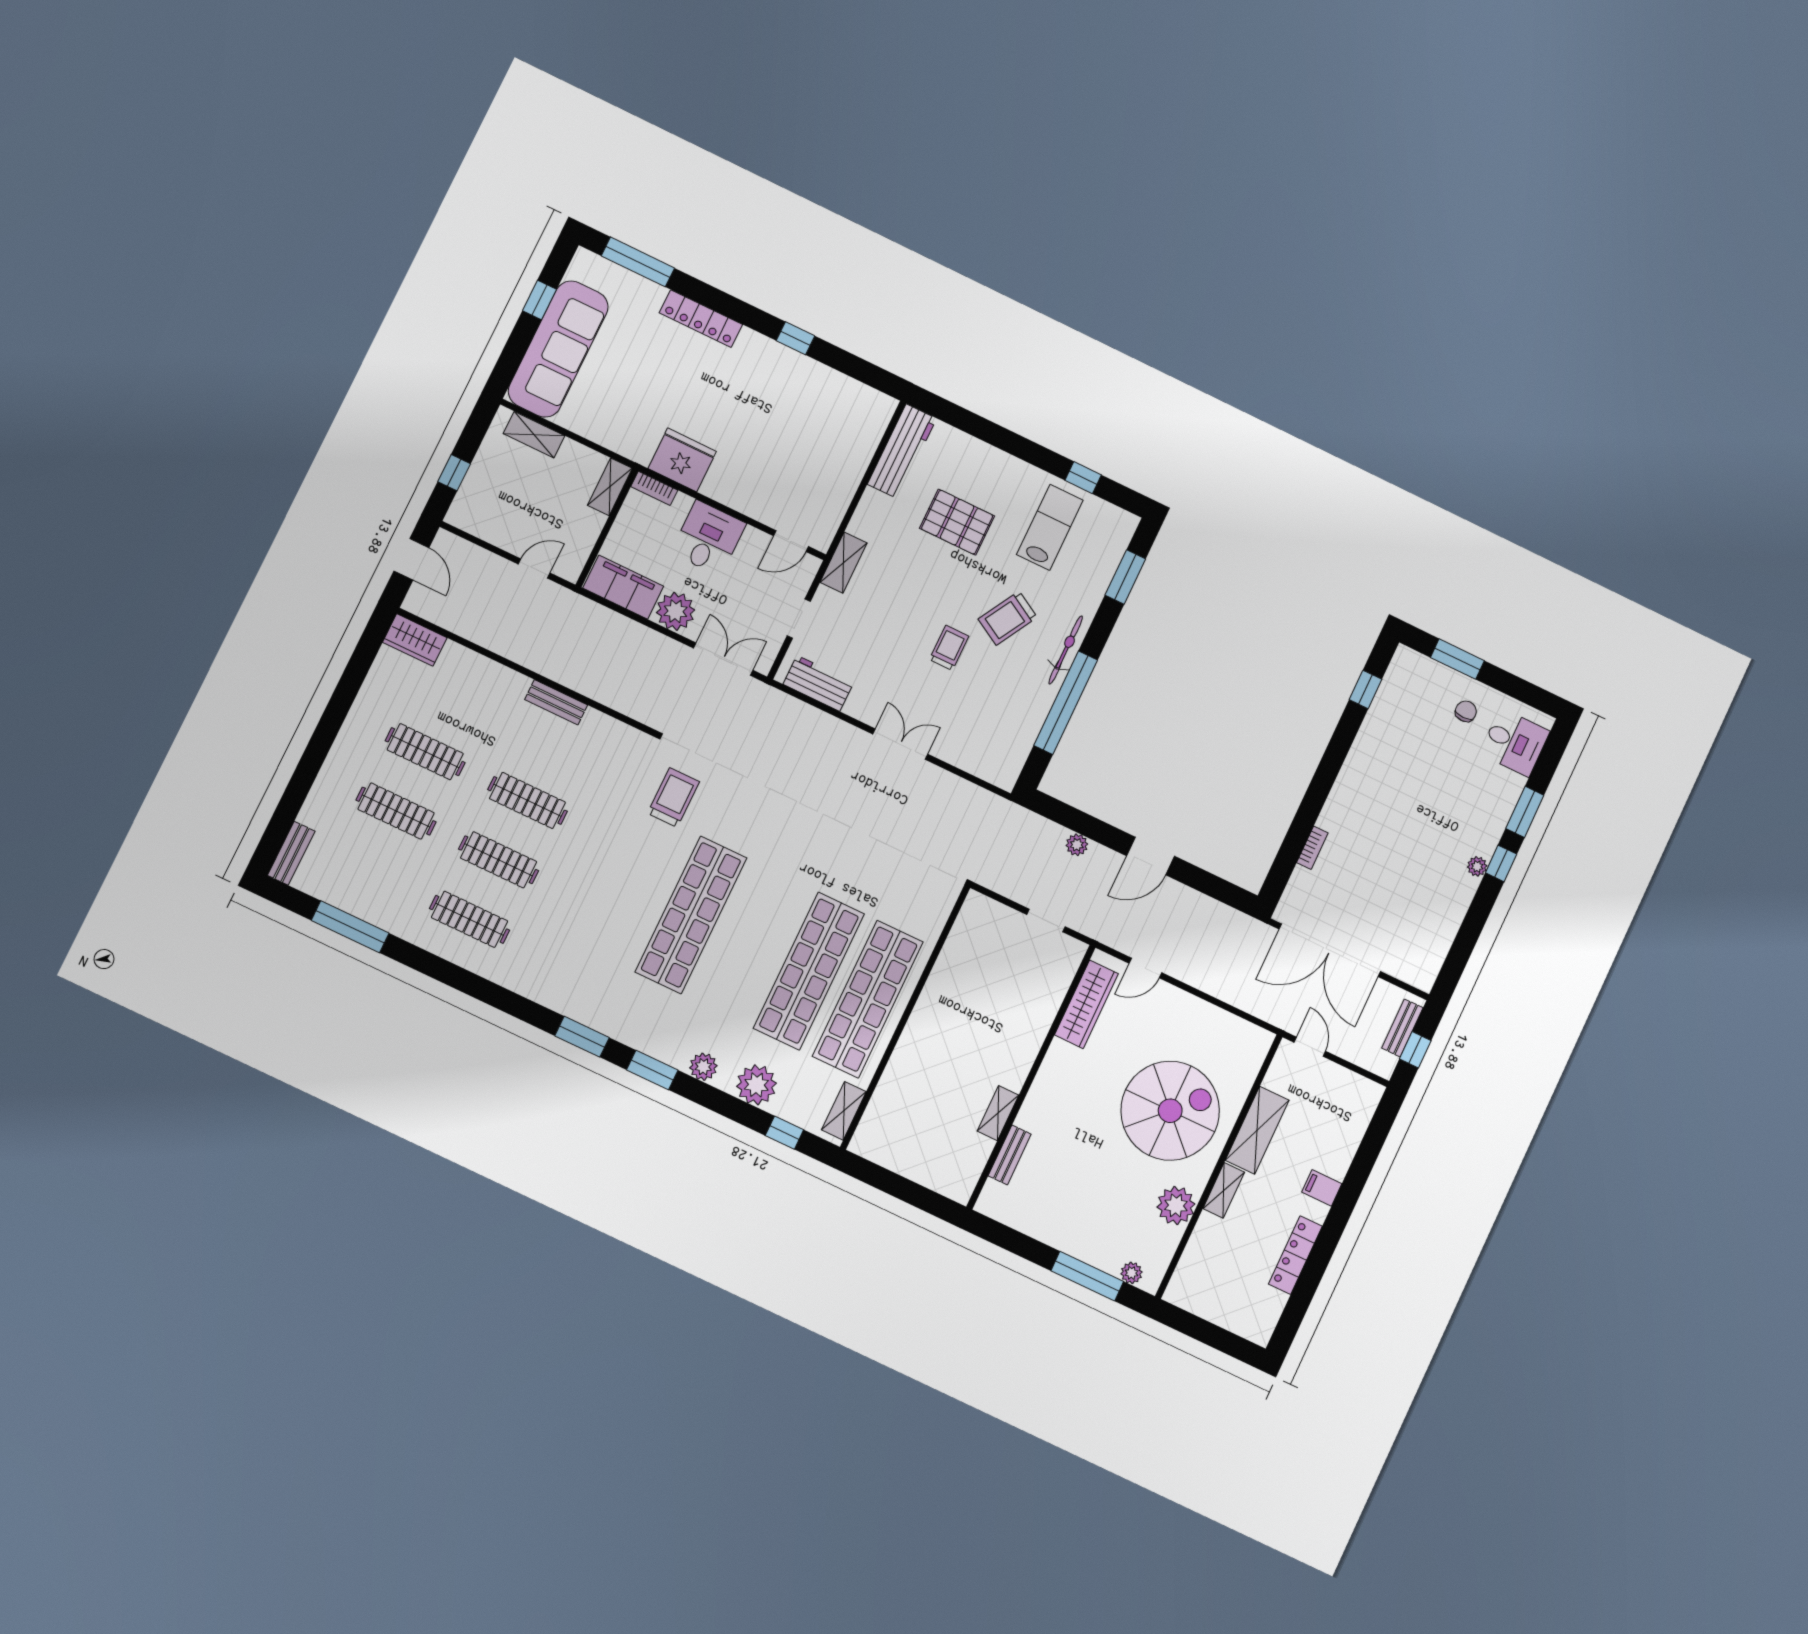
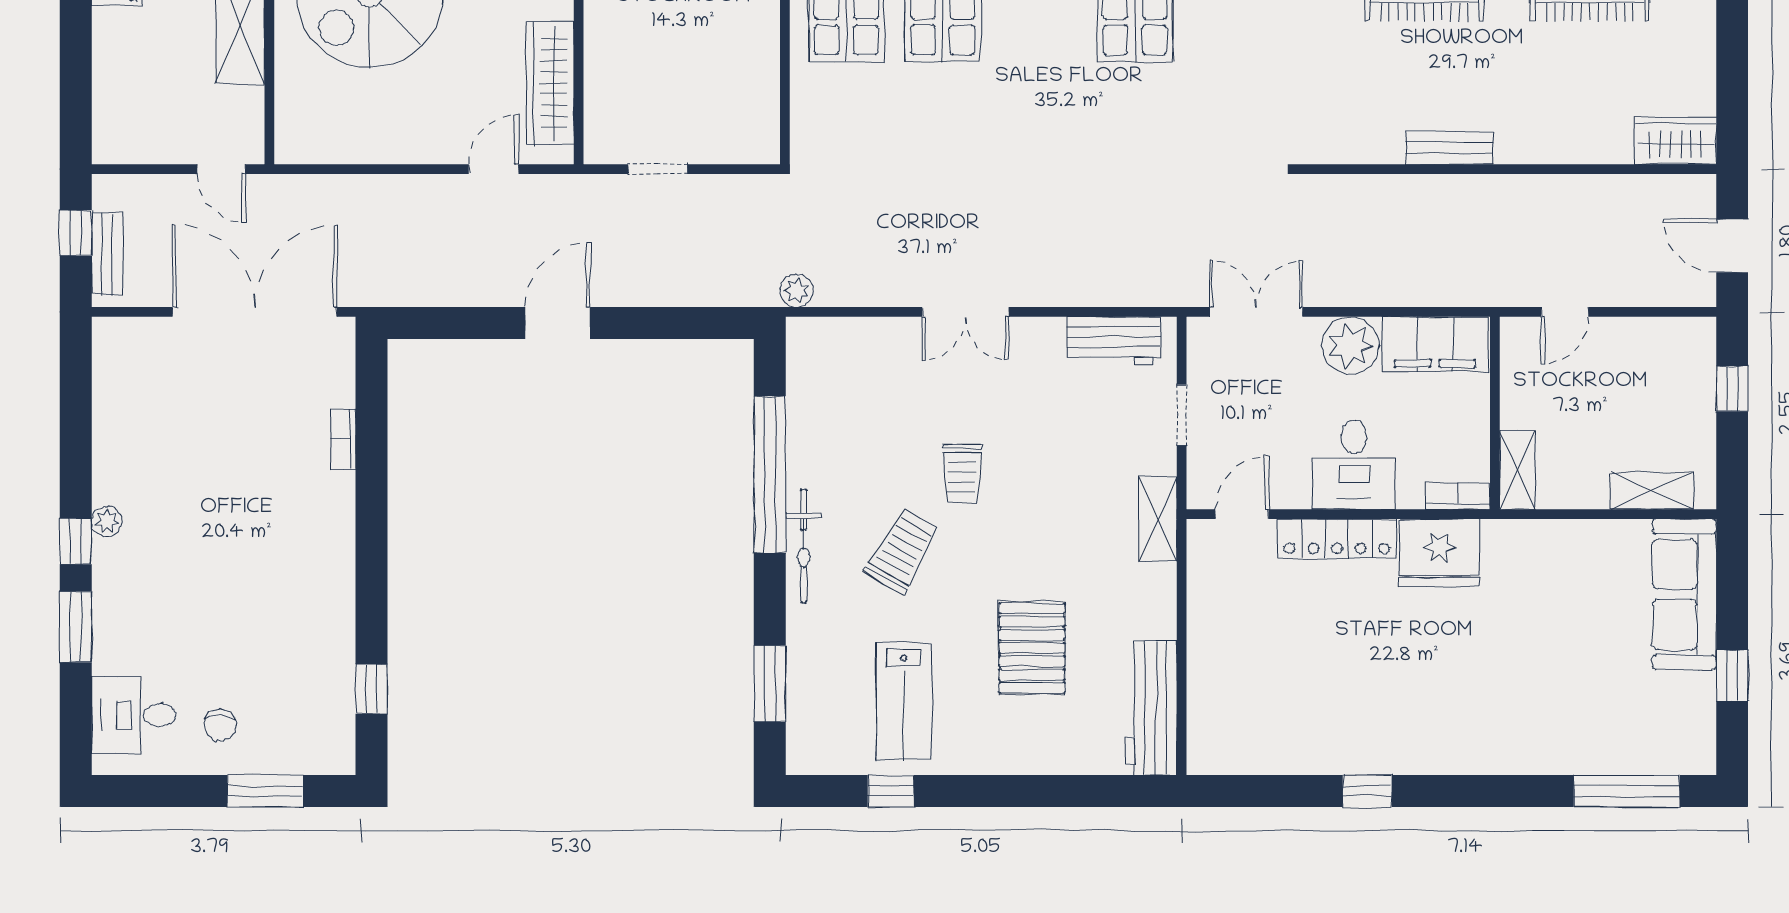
locker: (701, 319) -> (1337, 539), moved, turned 180
sofa: (558, 349) -> (1684, 595), width x0.74, depth x0.79
pallet: (957, 522) -> (1032, 648), turned 90
double door: (723, 659) -> (1256, 312), swing flipped
trolley: (673, 797) -> (1233, 96), removed
plant: (1077, 845) -> (797, 291), moved

